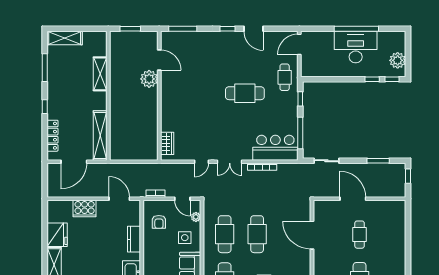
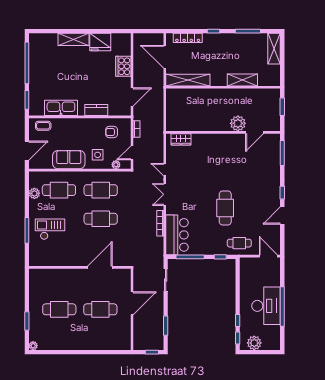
cafe table: (360, 235) -> (100, 309), width x1.37, depth x1.35

